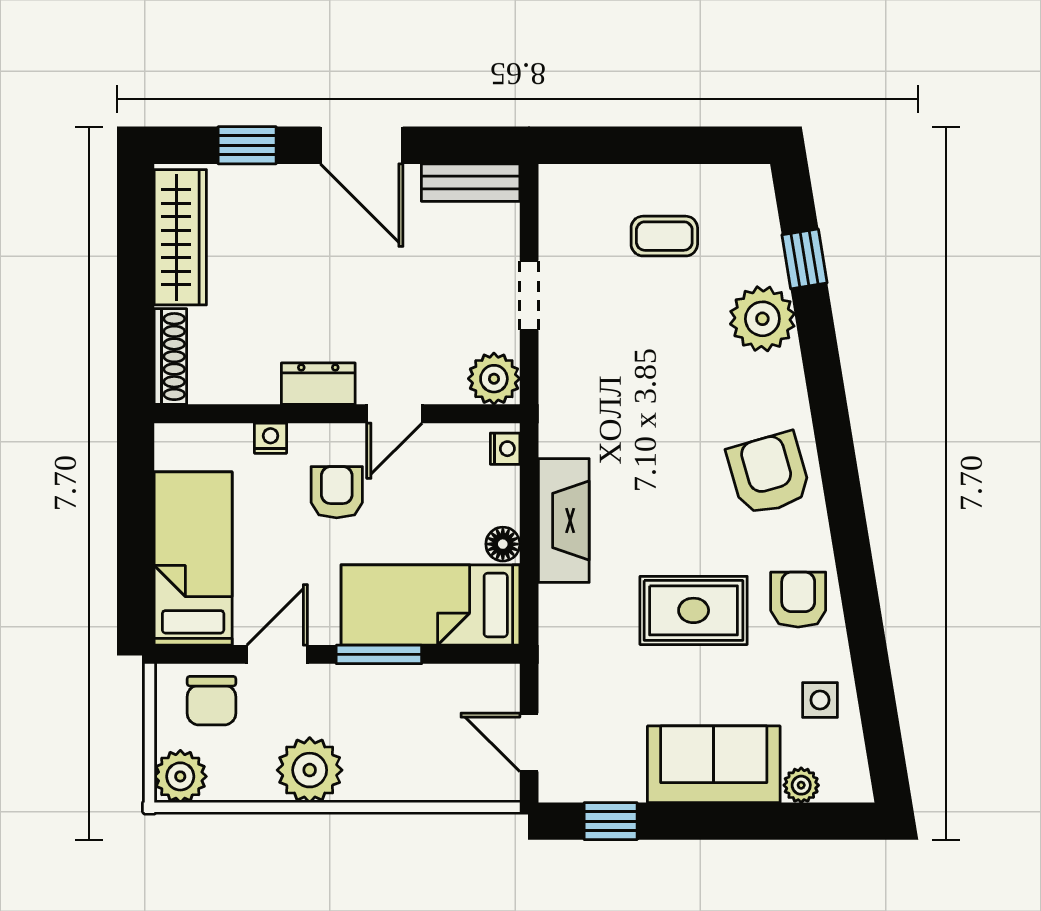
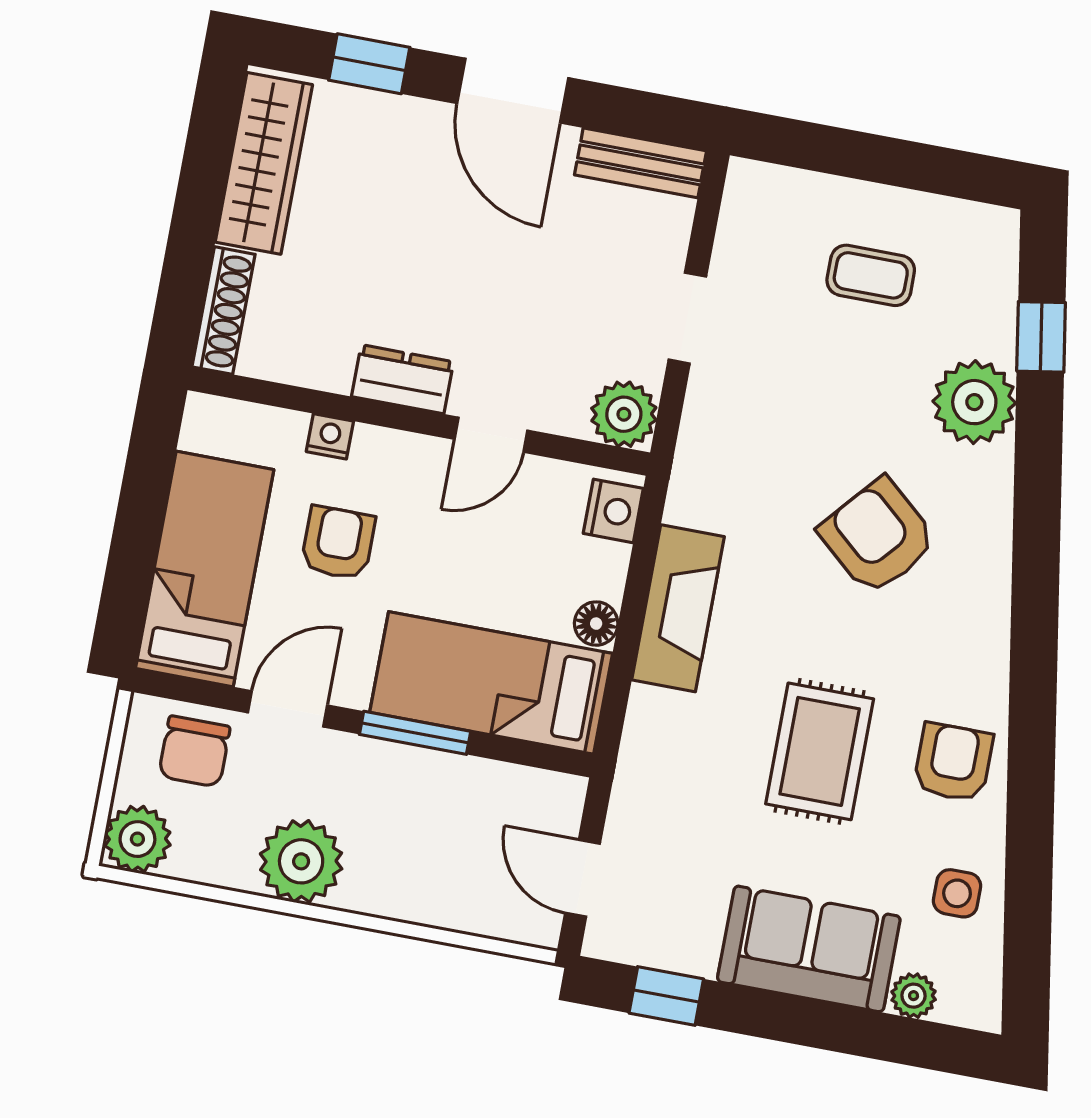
nightstand: (505, 449) -> (613, 511), width x1.39, depth x1.35
armchair: (769, 474) -> (878, 536), moved, turned -33
armchair: (337, 492) -> (338, 543), moved
rug: (694, 610) -> (820, 751), turned 90

